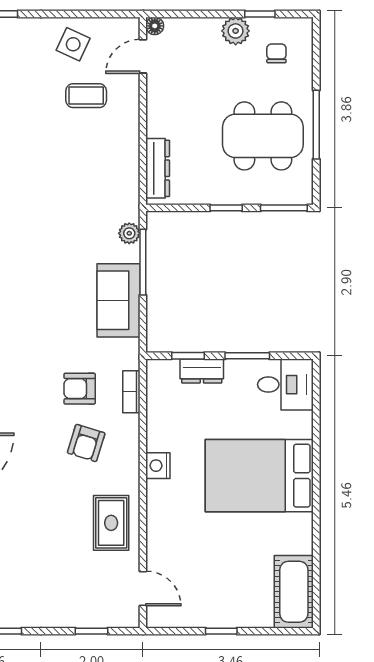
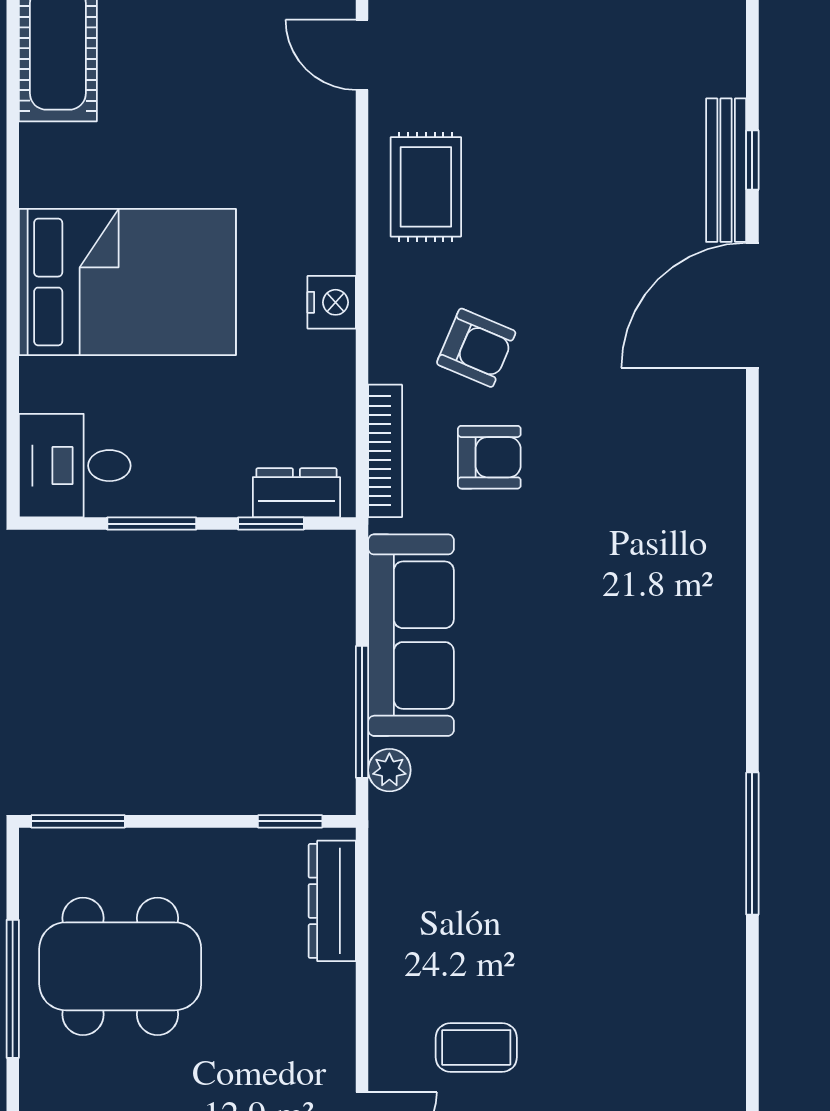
window: (226, 208) -> (290, 821), moved
sofa: (119, 300) -> (411, 635), width x1.36
dresser: (202, 371) -> (296, 493), moved
bookcase: (131, 392) -> (385, 451), width x1.56
armchair: (86, 443) -> (476, 348), turned 96

